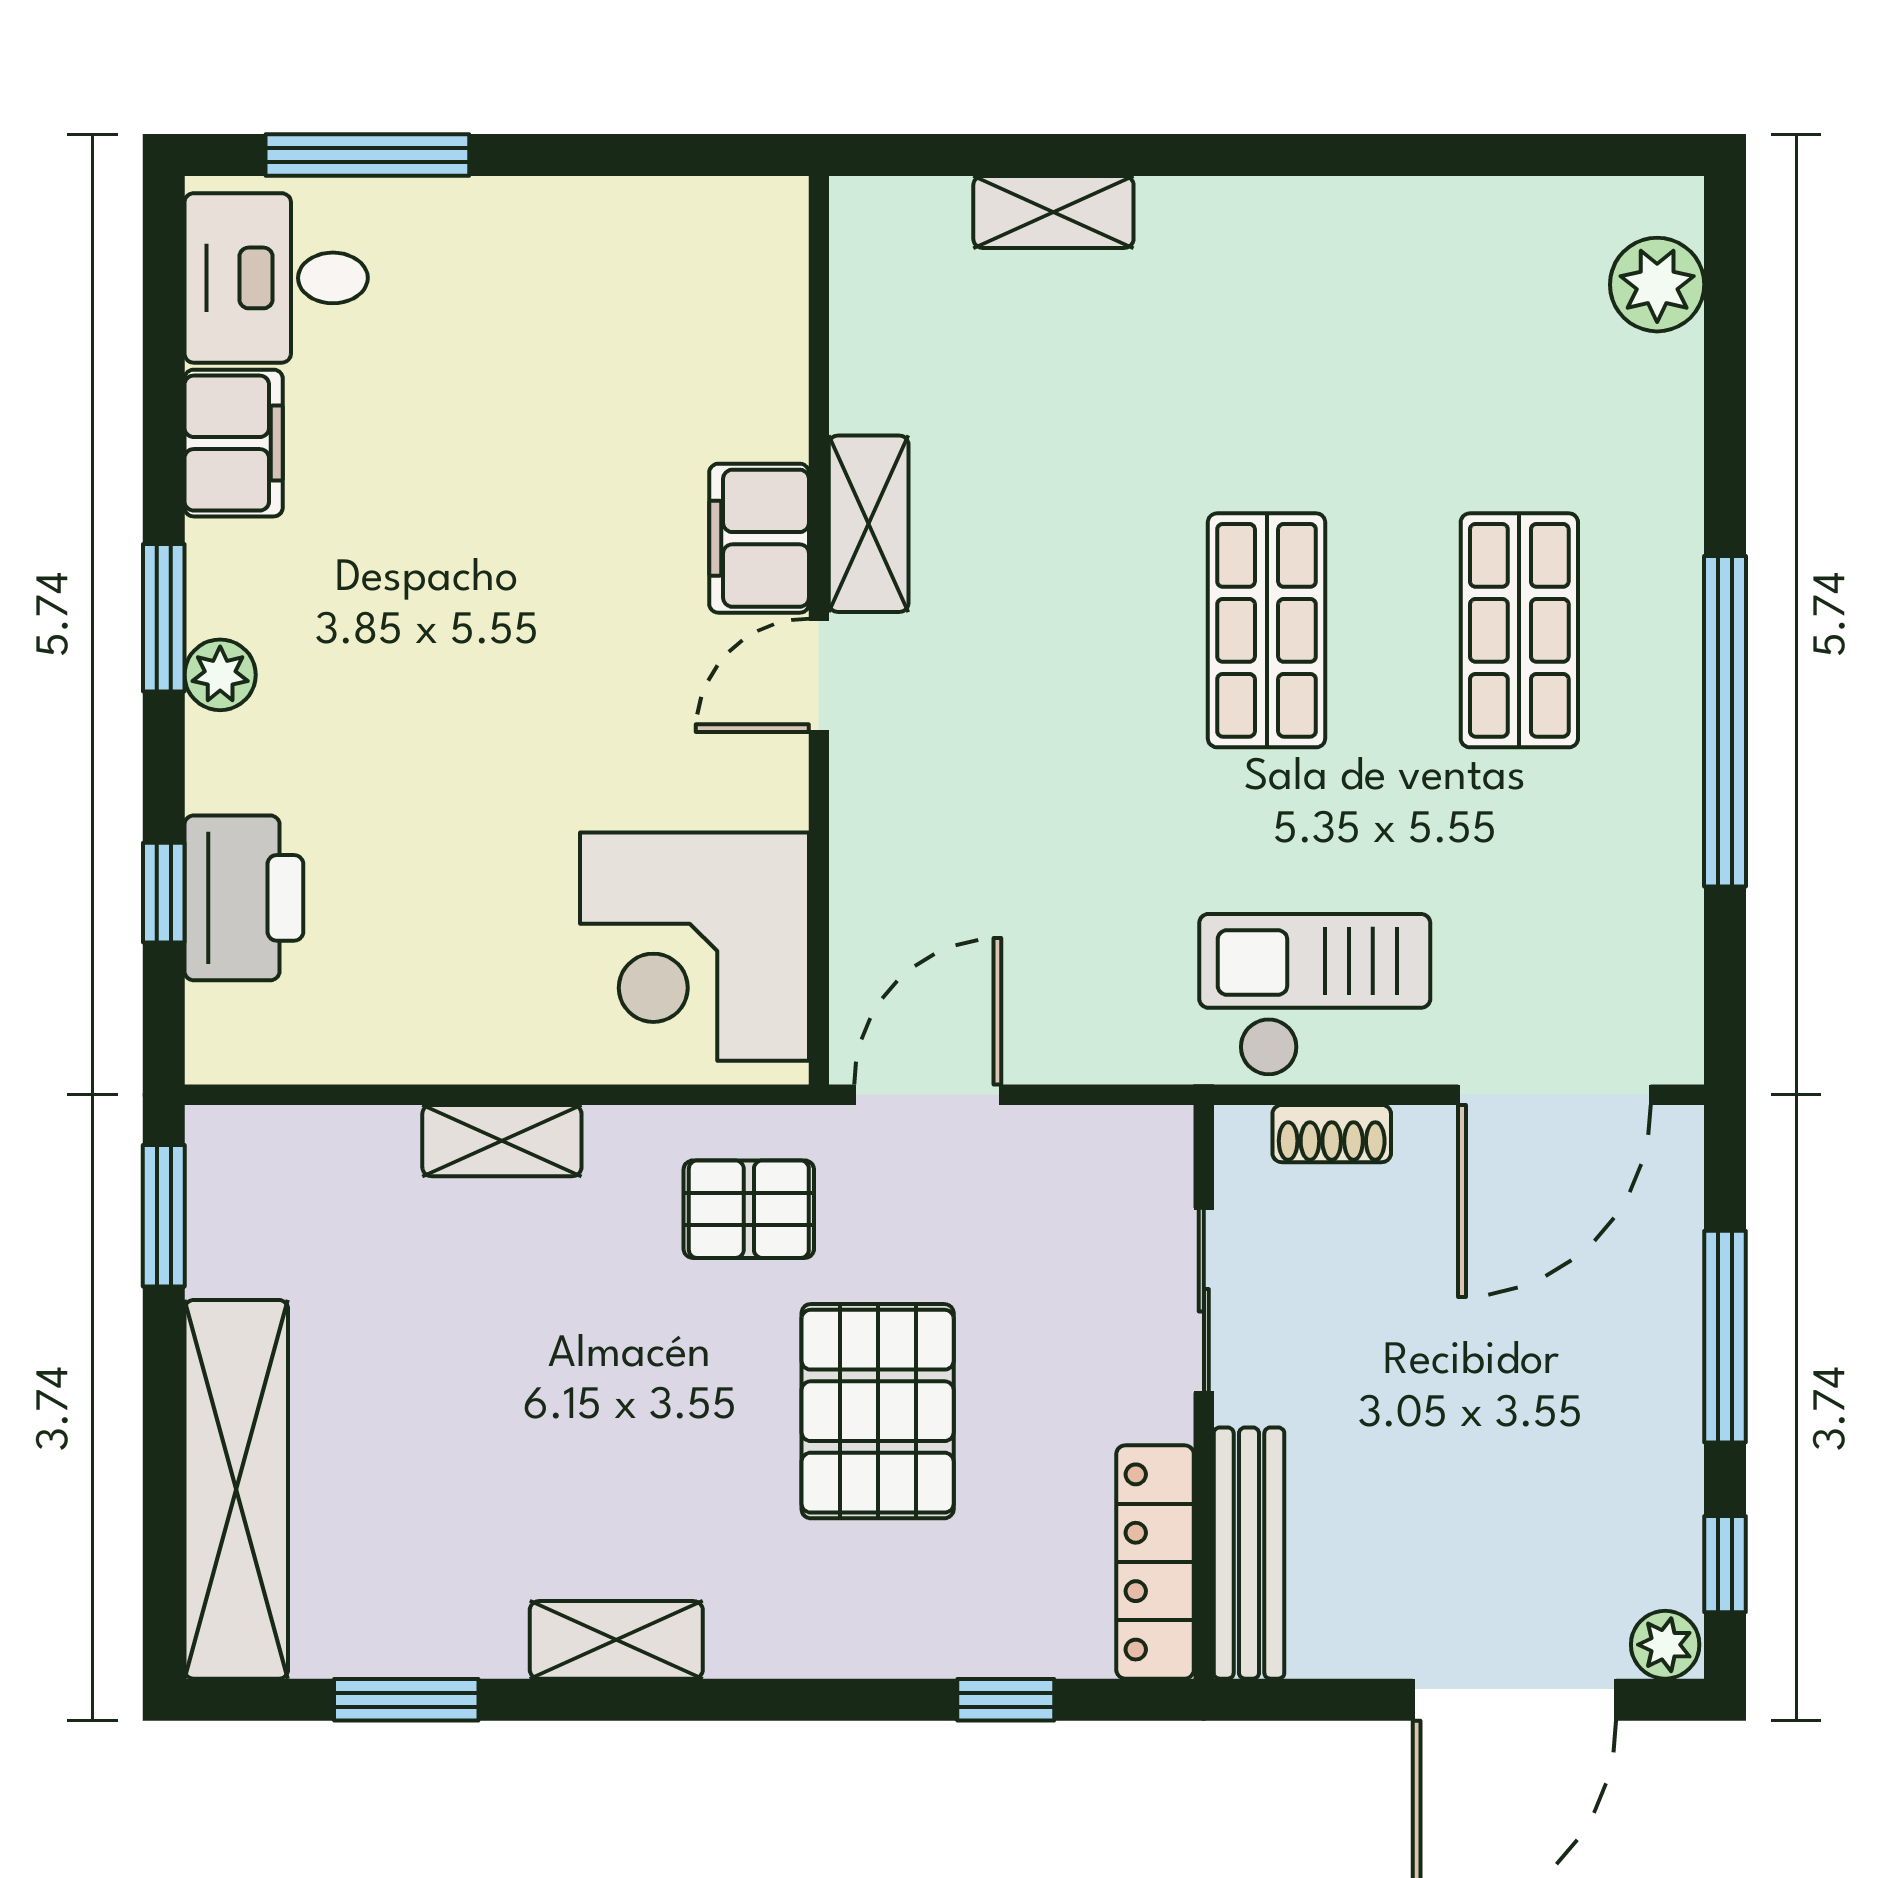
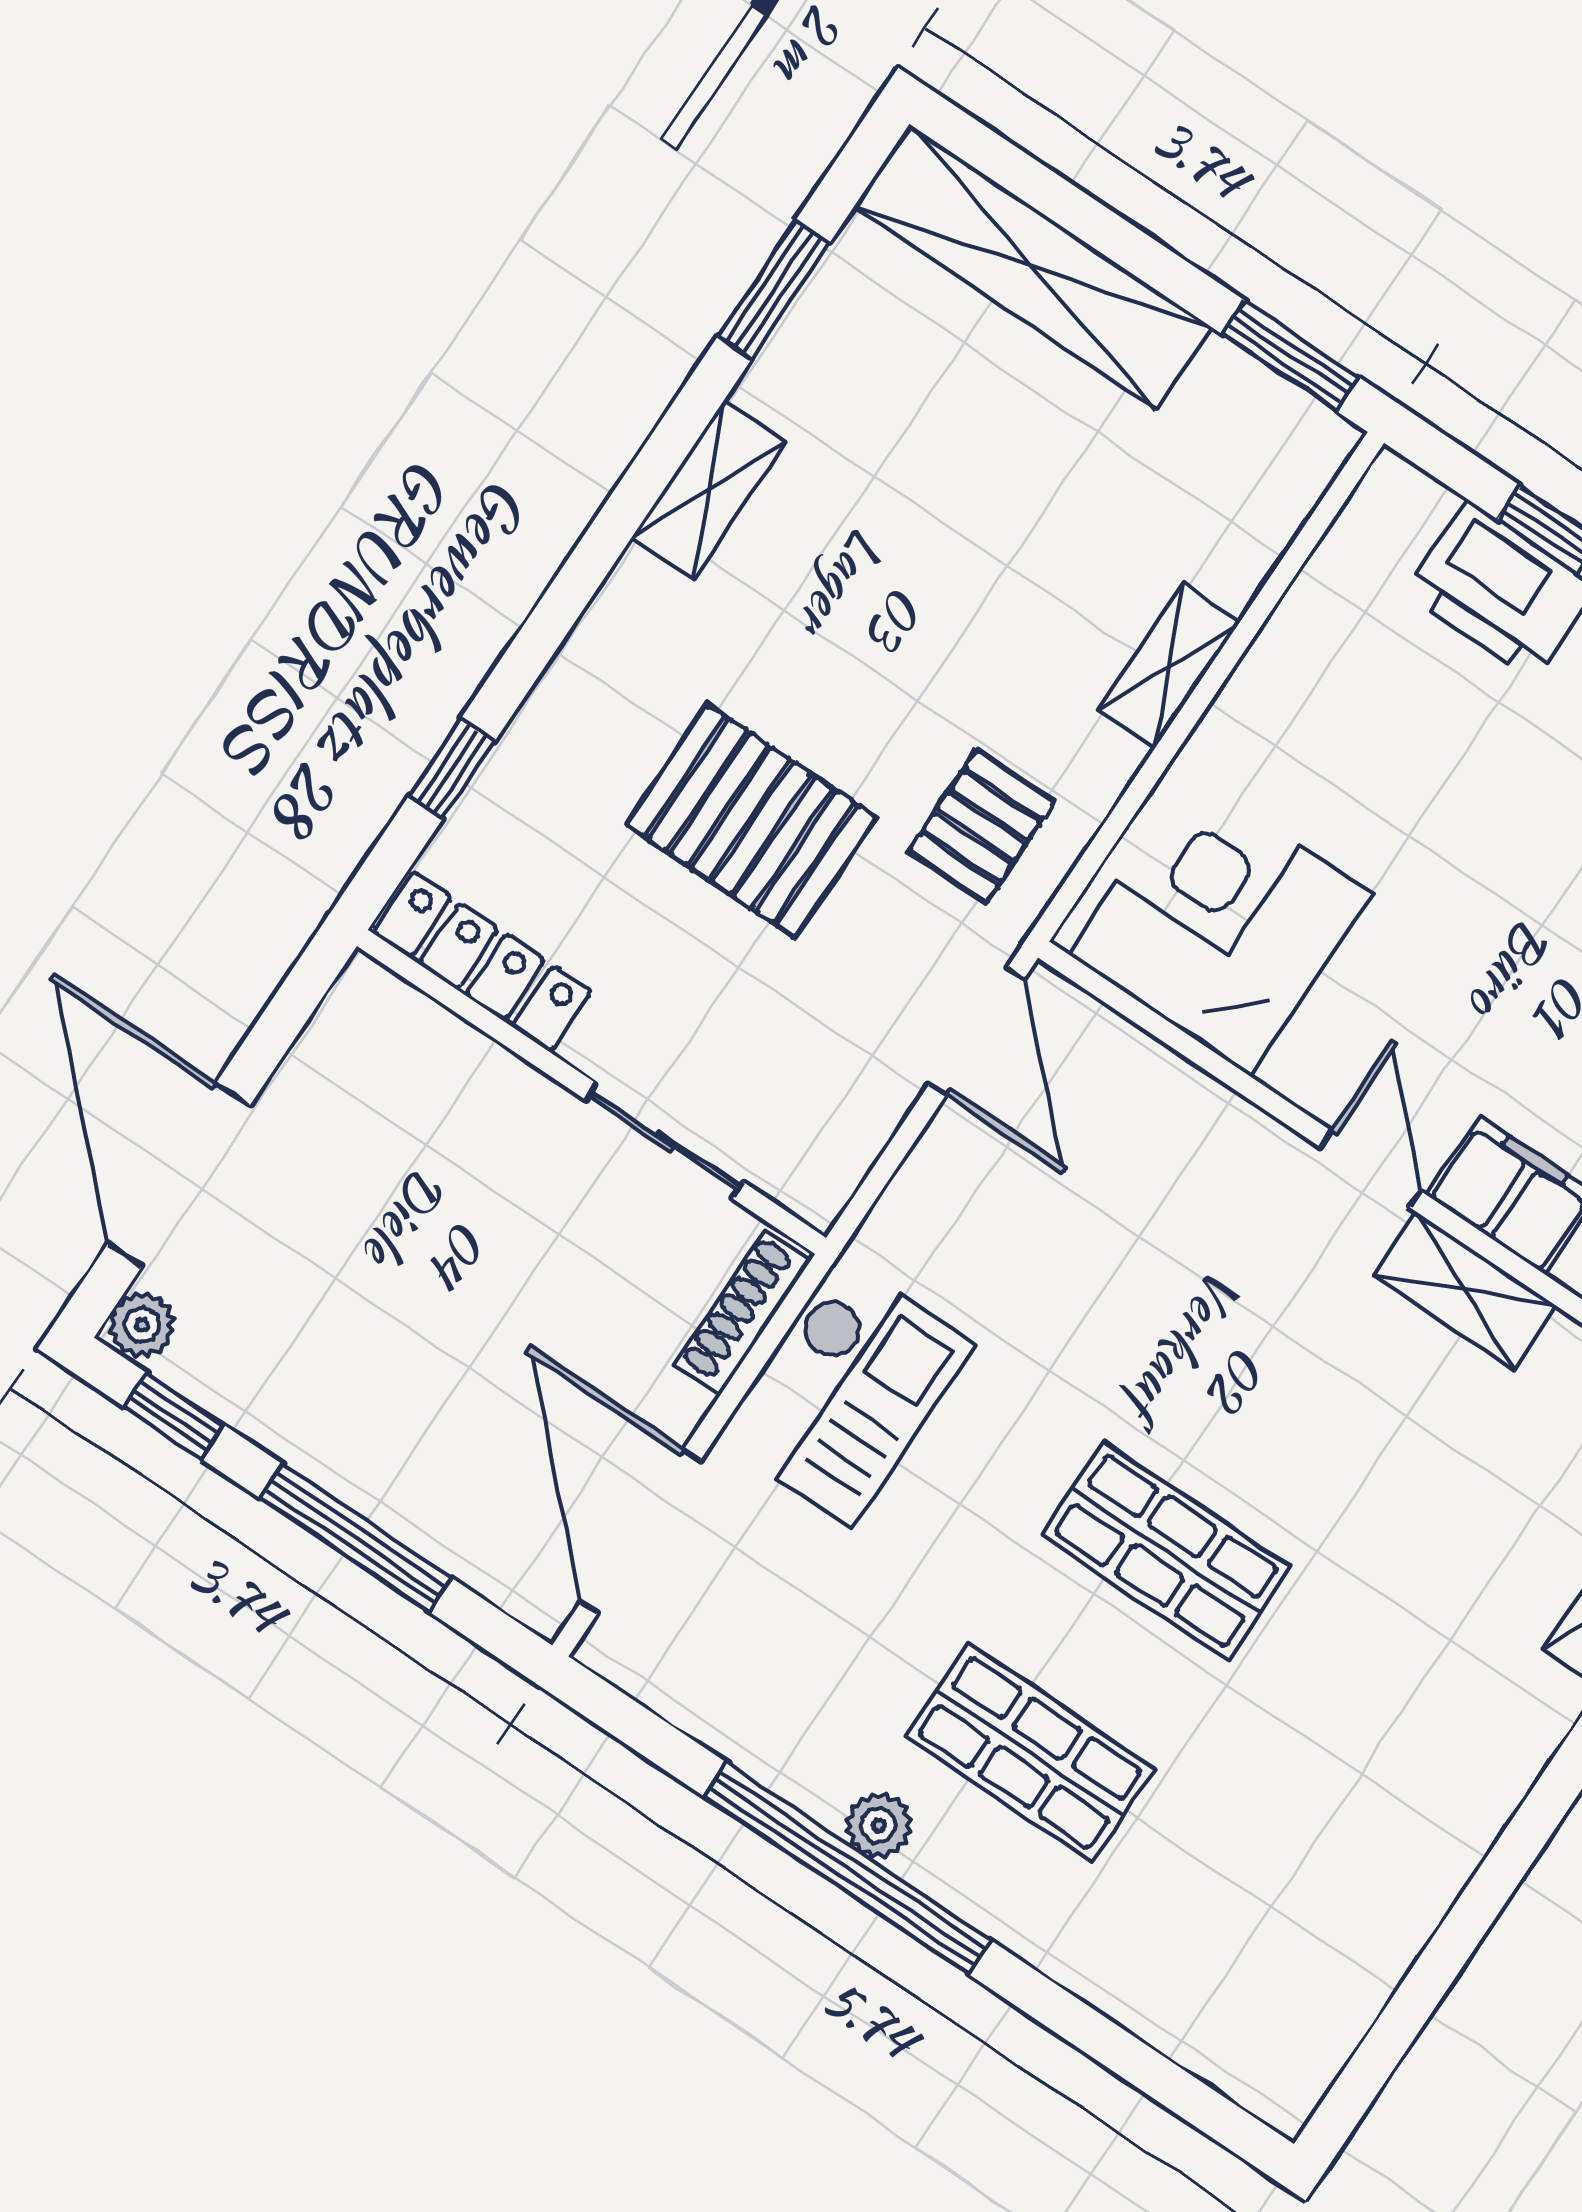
plant: (1657, 285) -> (879, 1825), moved, width x0.73, depth x0.73
shoe rack: (1332, 1134) -> (743, 1313), width x1.43
bench: (1249, 1553) -> (438, 1041), removed

